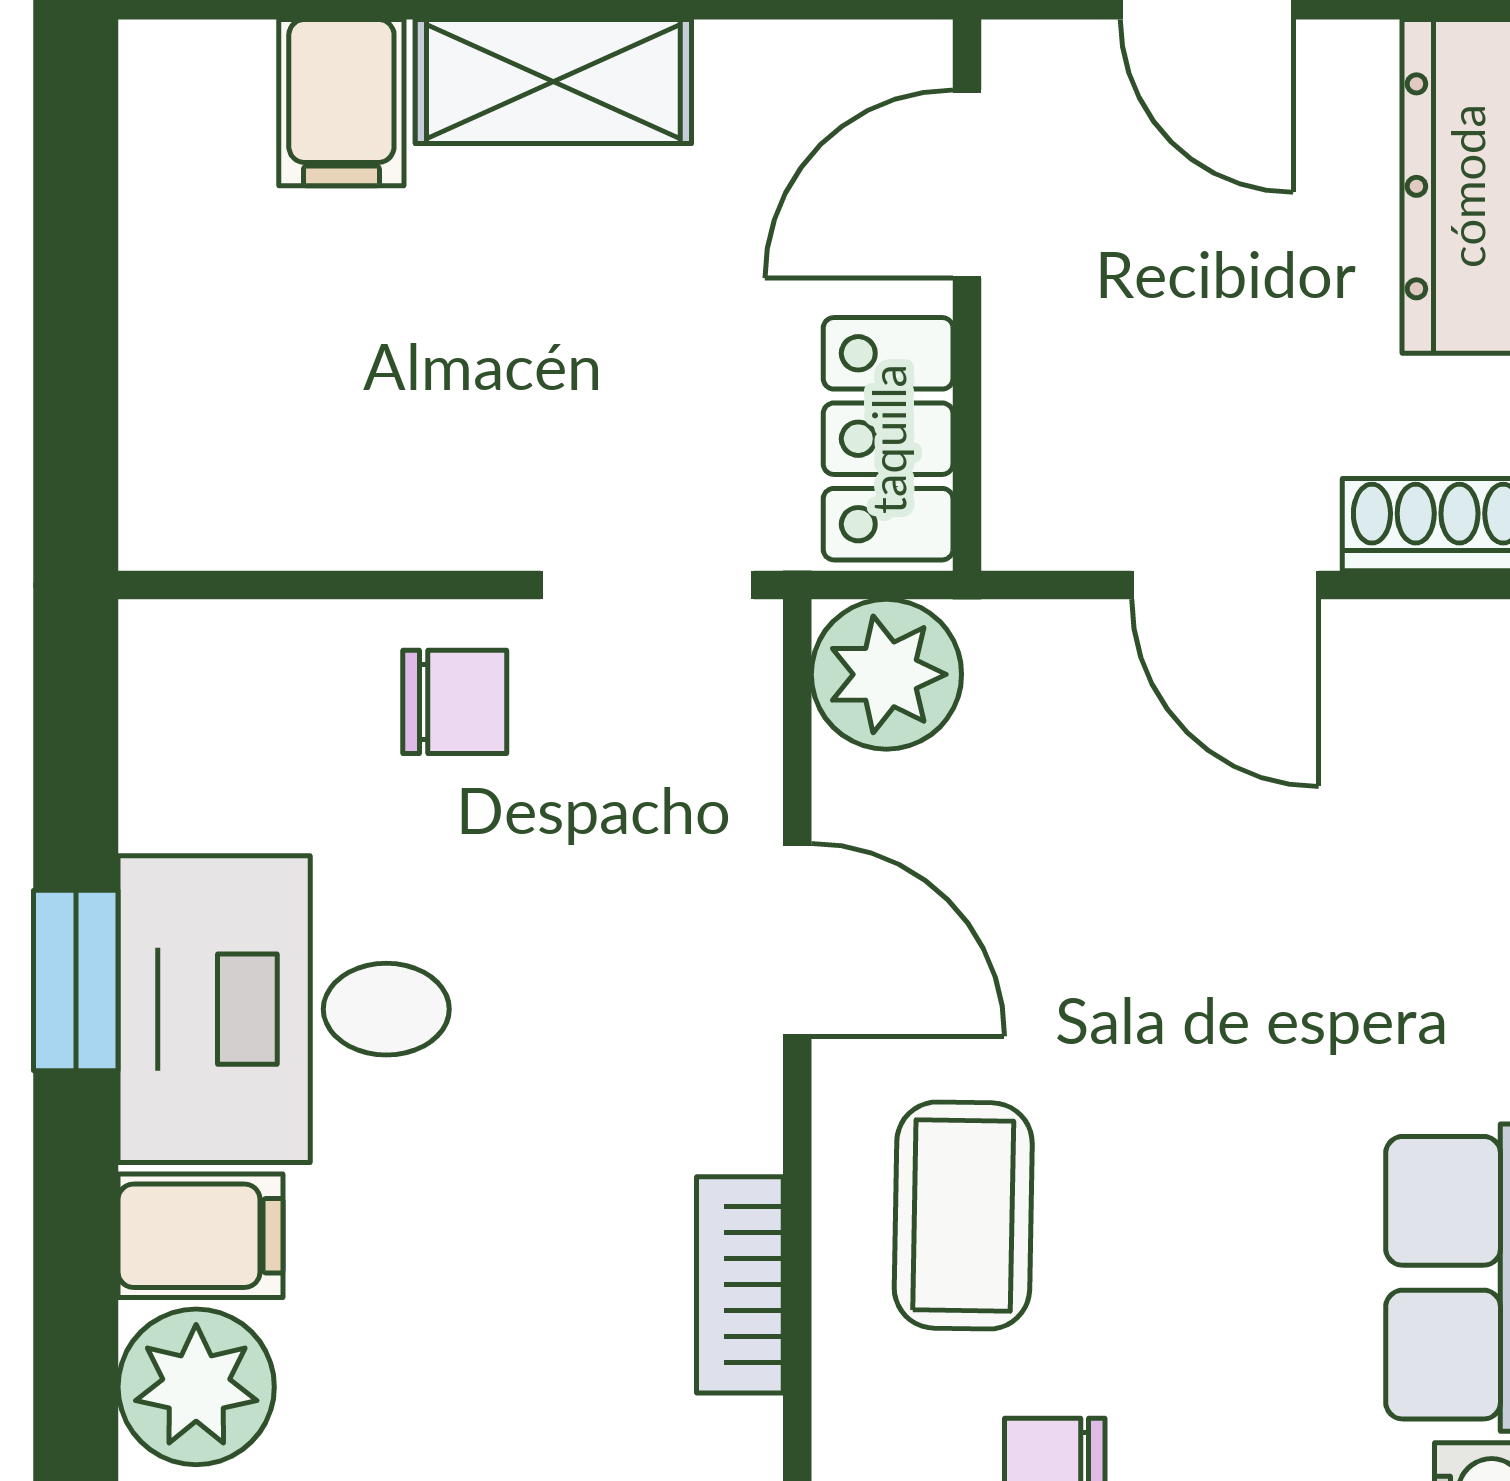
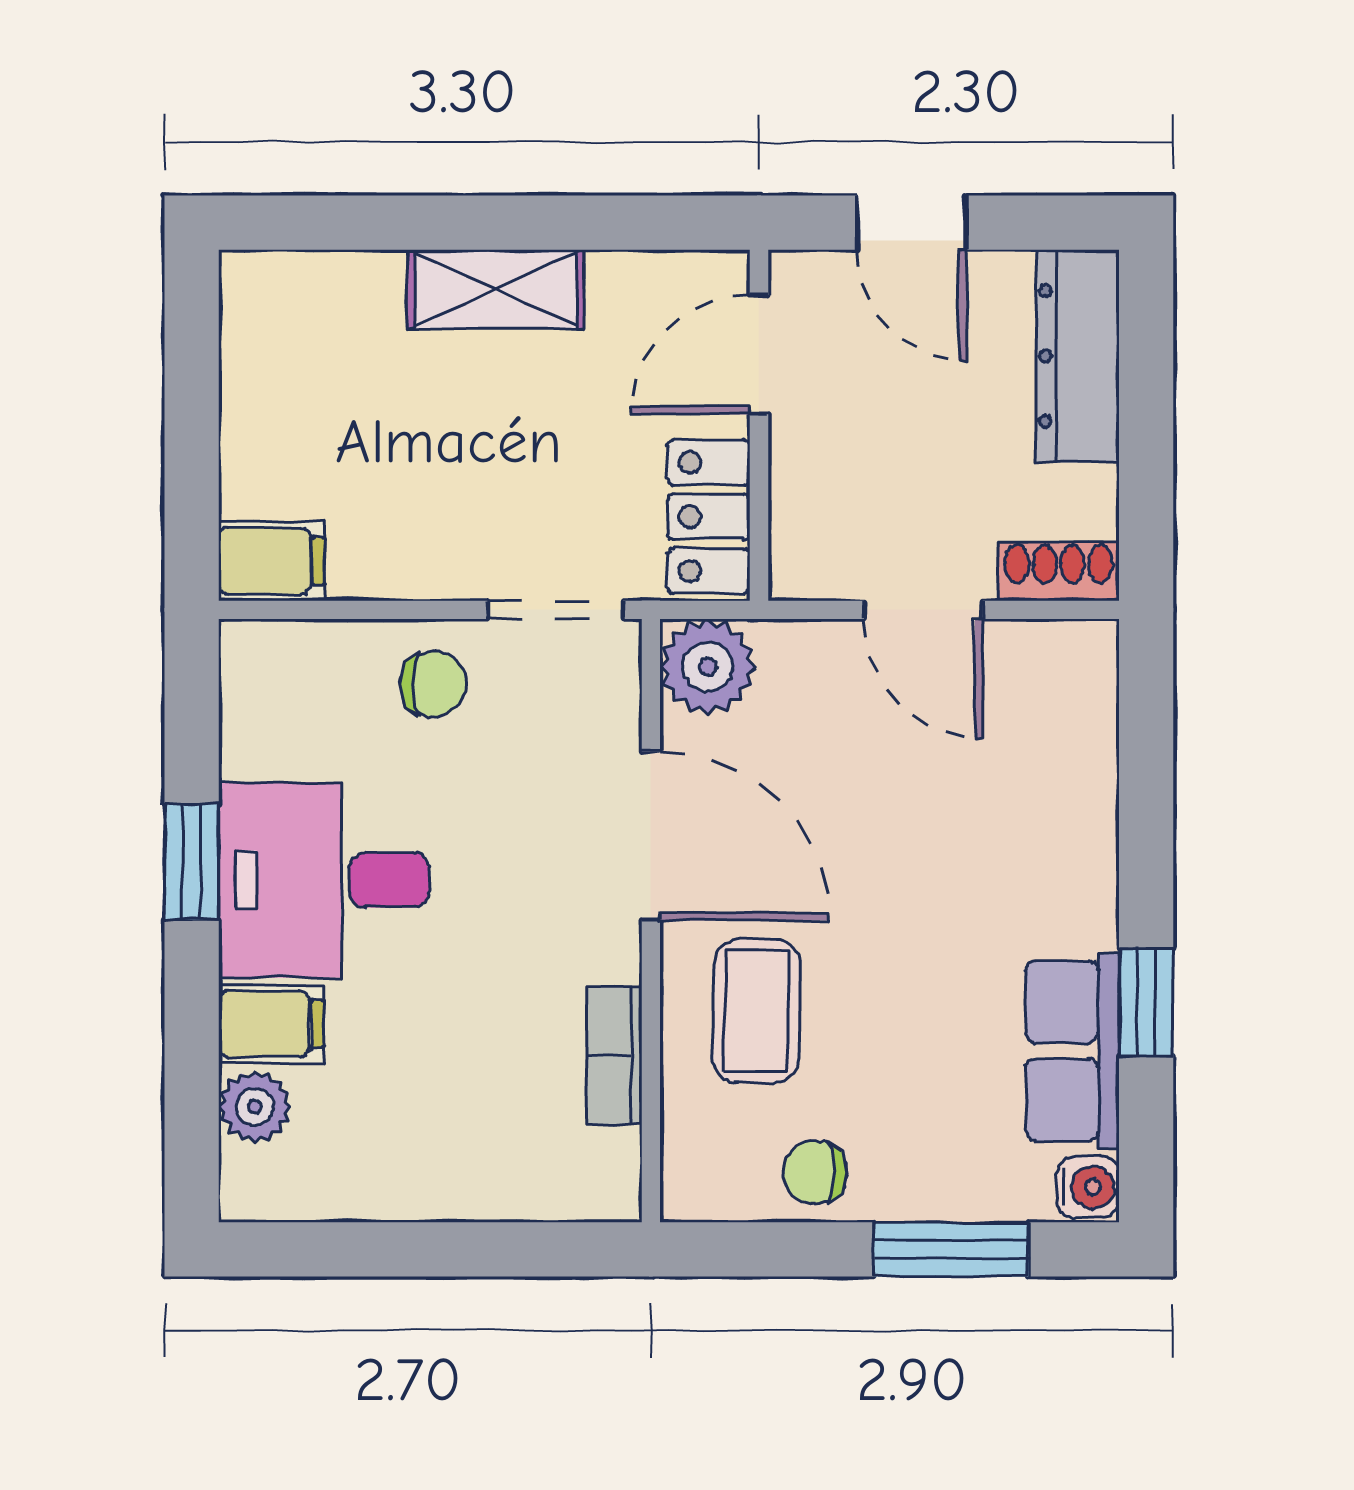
filing cabinet: (341, 103) -> (272, 561), moved, turned -90
door: (797, 940) -> (651, 836), width x1.37
plant: (196, 1387) -> (255, 1107), width x0.73, depth x0.73

